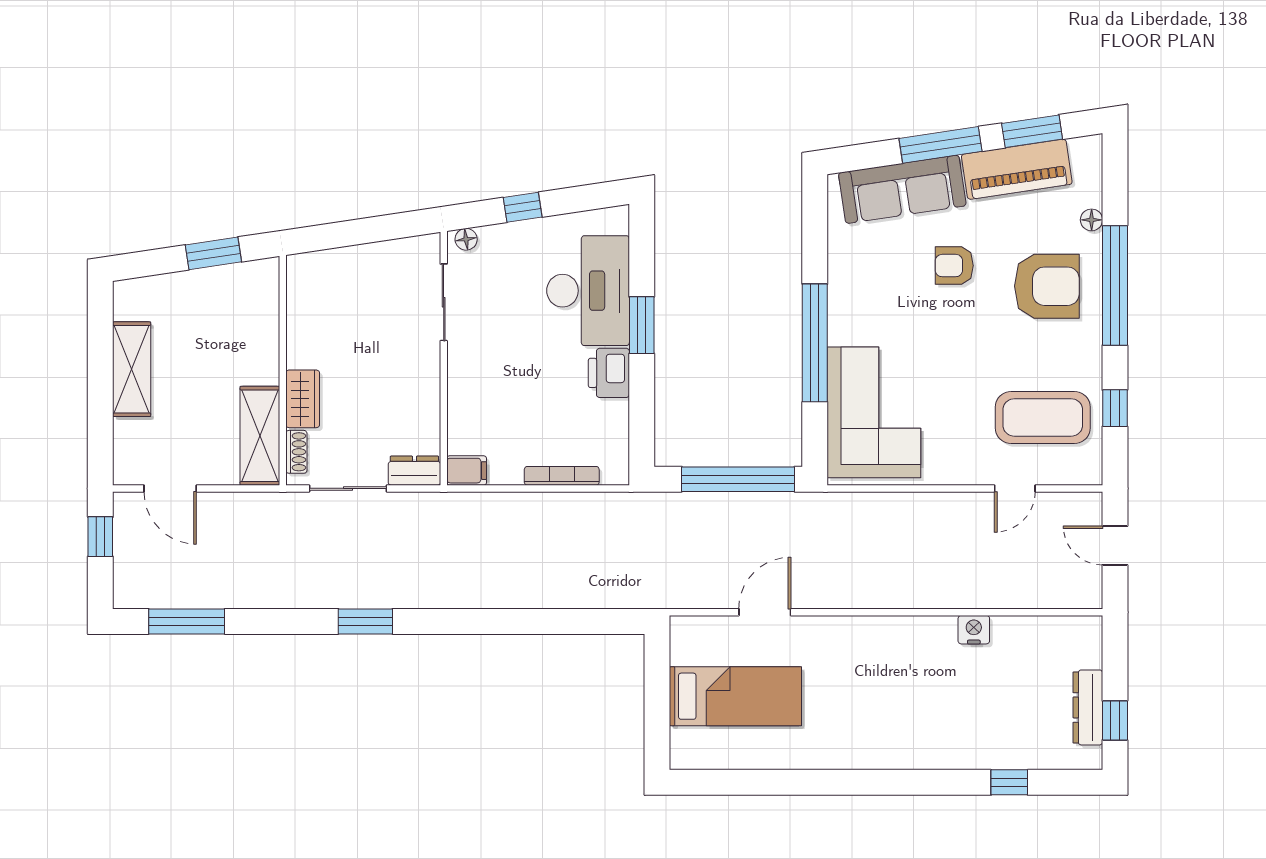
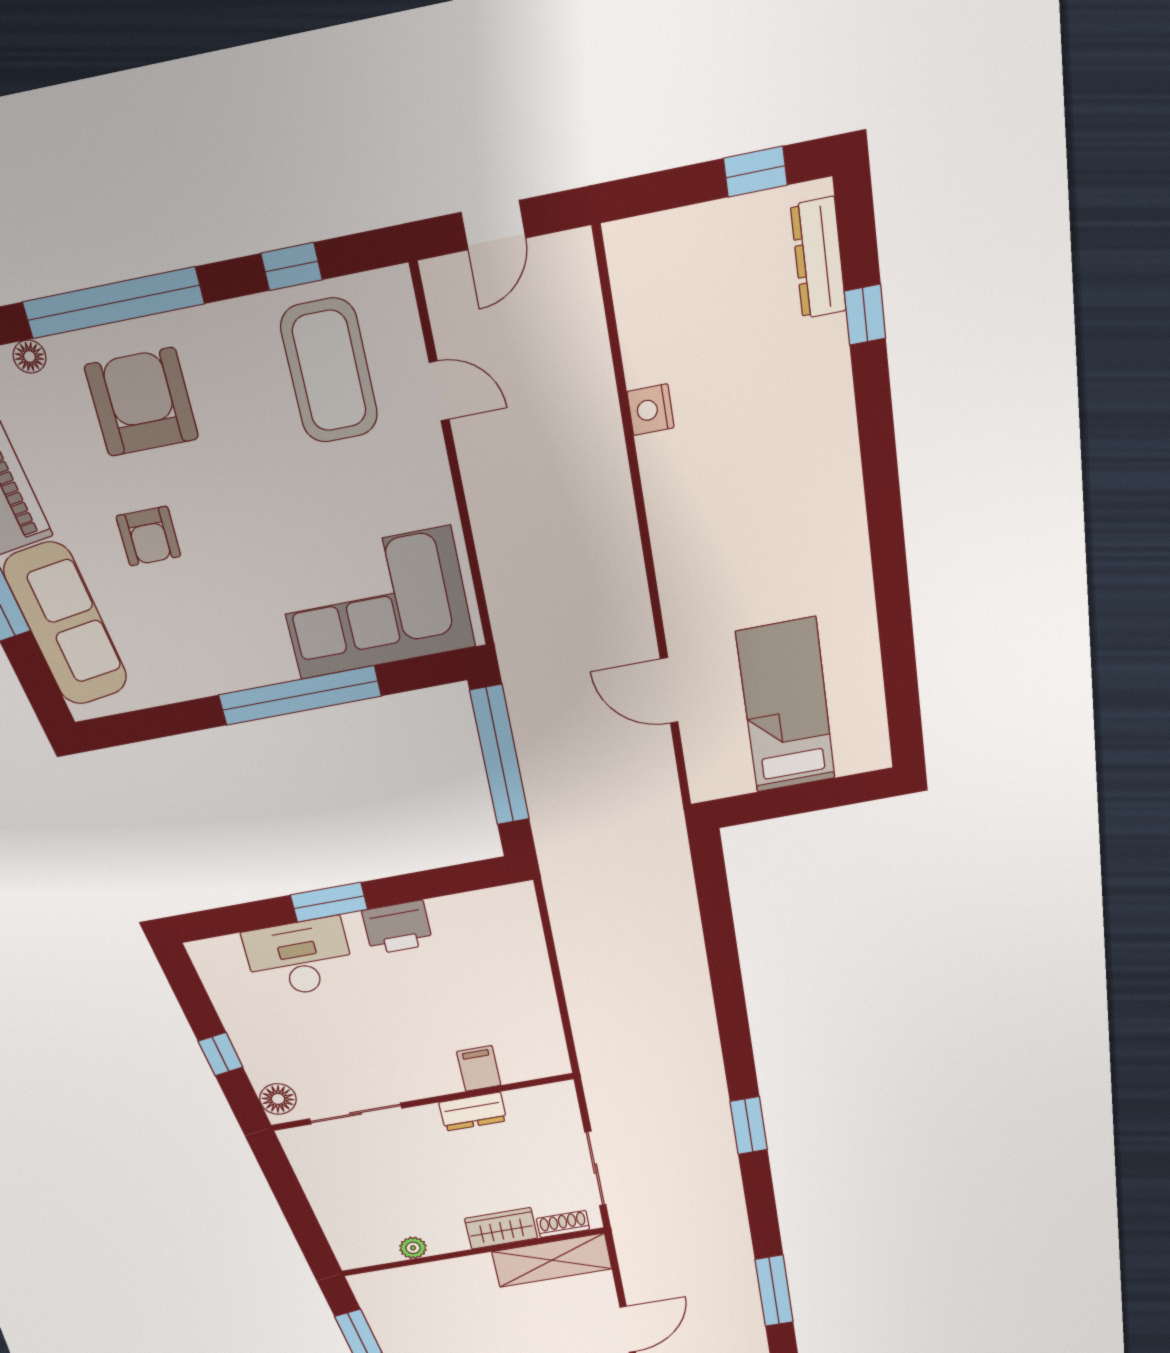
floor lamp: (466, 239) -> (278, 1099), width x1.37, depth x1.37
desk: (588, 291) -> (299, 958), width x0.73, depth x0.77
plant: (298, 321) -> (413, 1248), added
dresser: (414, 471) -> (473, 1112), moved, turned -90
filing cabinet: (467, 471) -> (479, 1068), moved
bookcase: (562, 476) -> (536, 956), removed
dresser: (1088, 707) -> (818, 258), moved, turned 90

